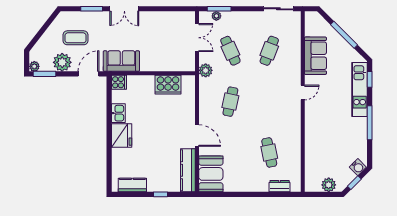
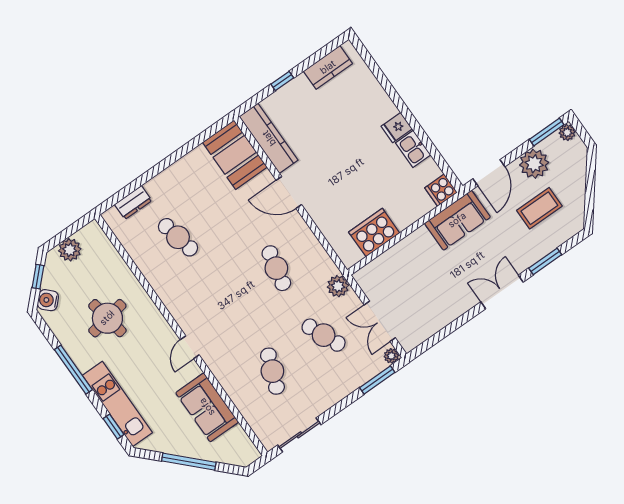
plant: (216, 16) -> (391, 356), moved
fridge: (122, 135) -> (397, 128), width x0.53, depth x0.75
round table: (334, 137) -> (107, 318), added

